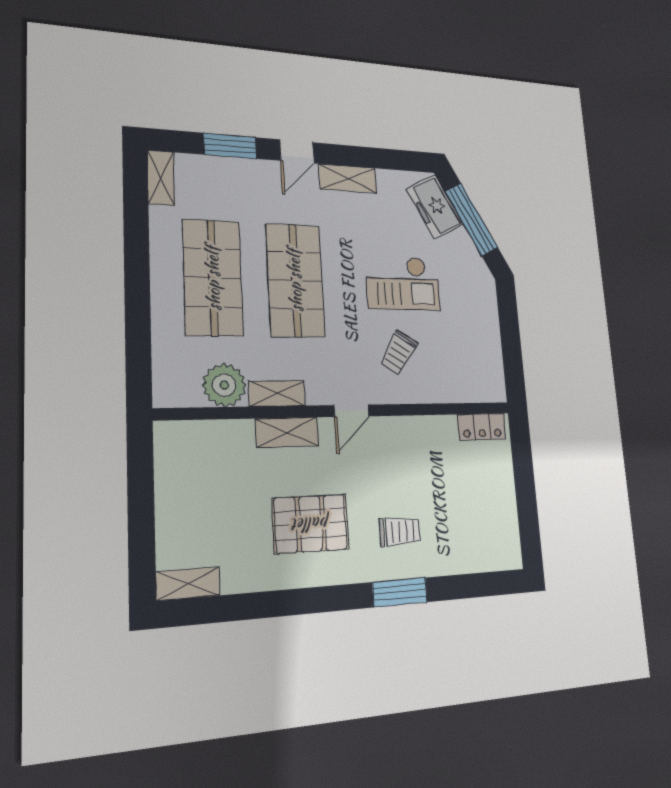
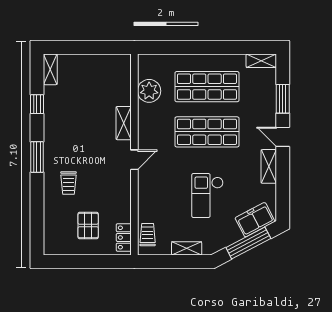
trolley: (399, 353) -> (148, 235), moved, turned 57
shelving: (277, 393) -> (187, 248), moved, turned 90
door: (351, 411) -> (134, 160), swing flipped
pallet: (311, 524) -> (88, 225), moved, width x0.67, depth x0.71
window: (400, 592) -> (37, 157), moved
window: (259, 605) -> (37, 104), added

